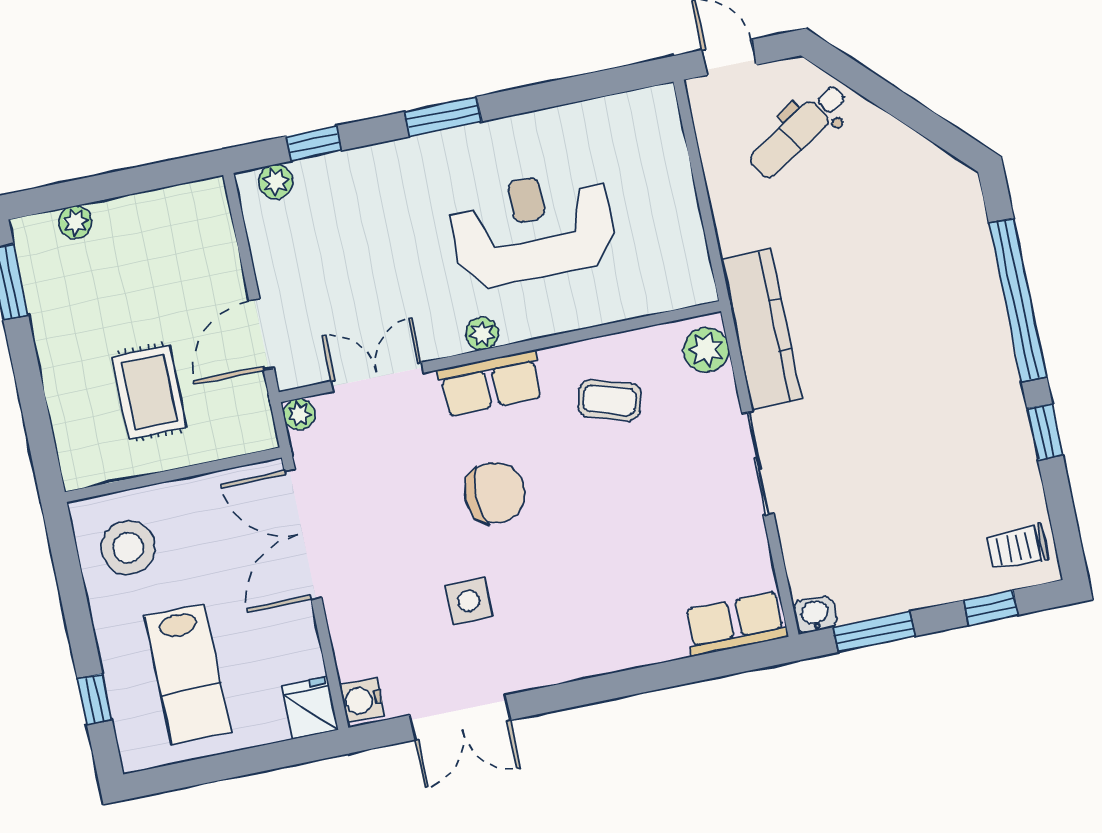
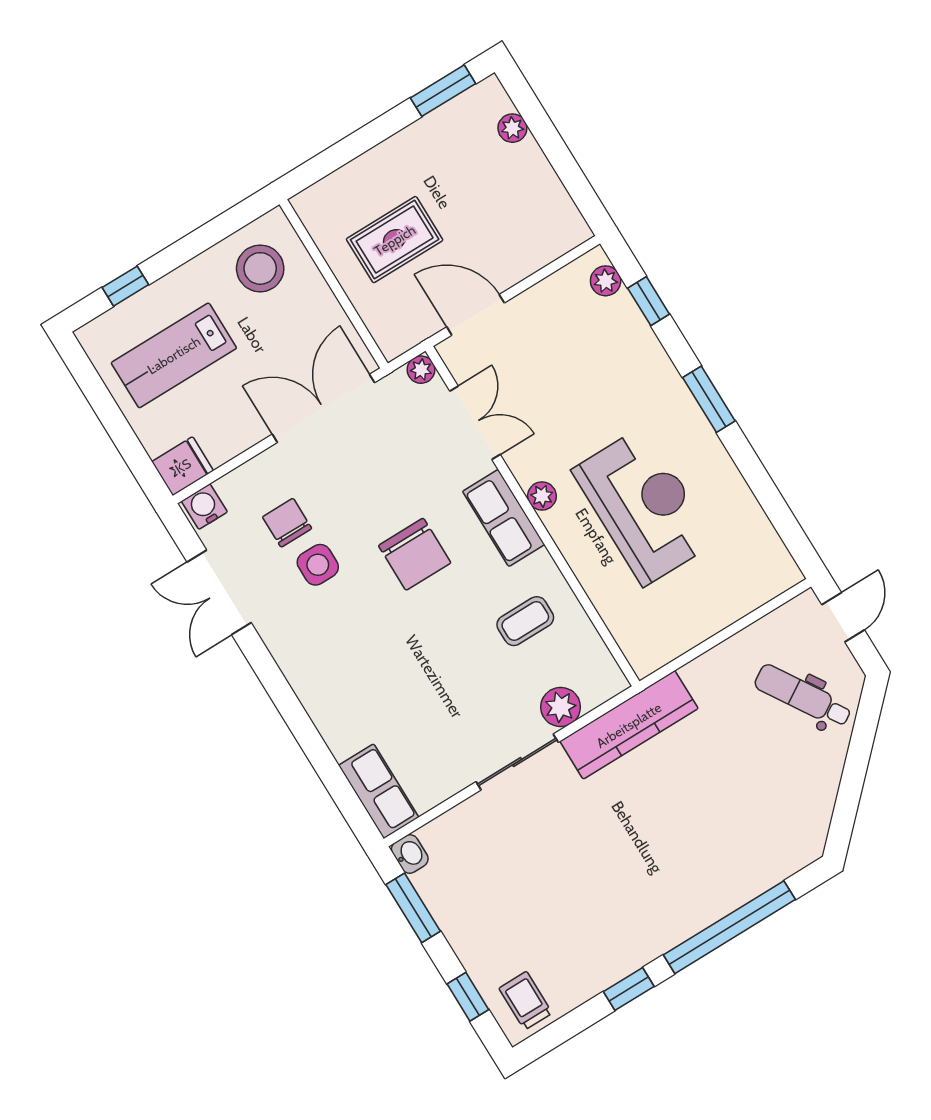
plant: (706, 350) -> (561, 707), moved
coffee table: (610, 400) -> (525, 621), turned 73
chair: (412, 618) -> (287, 523), added

